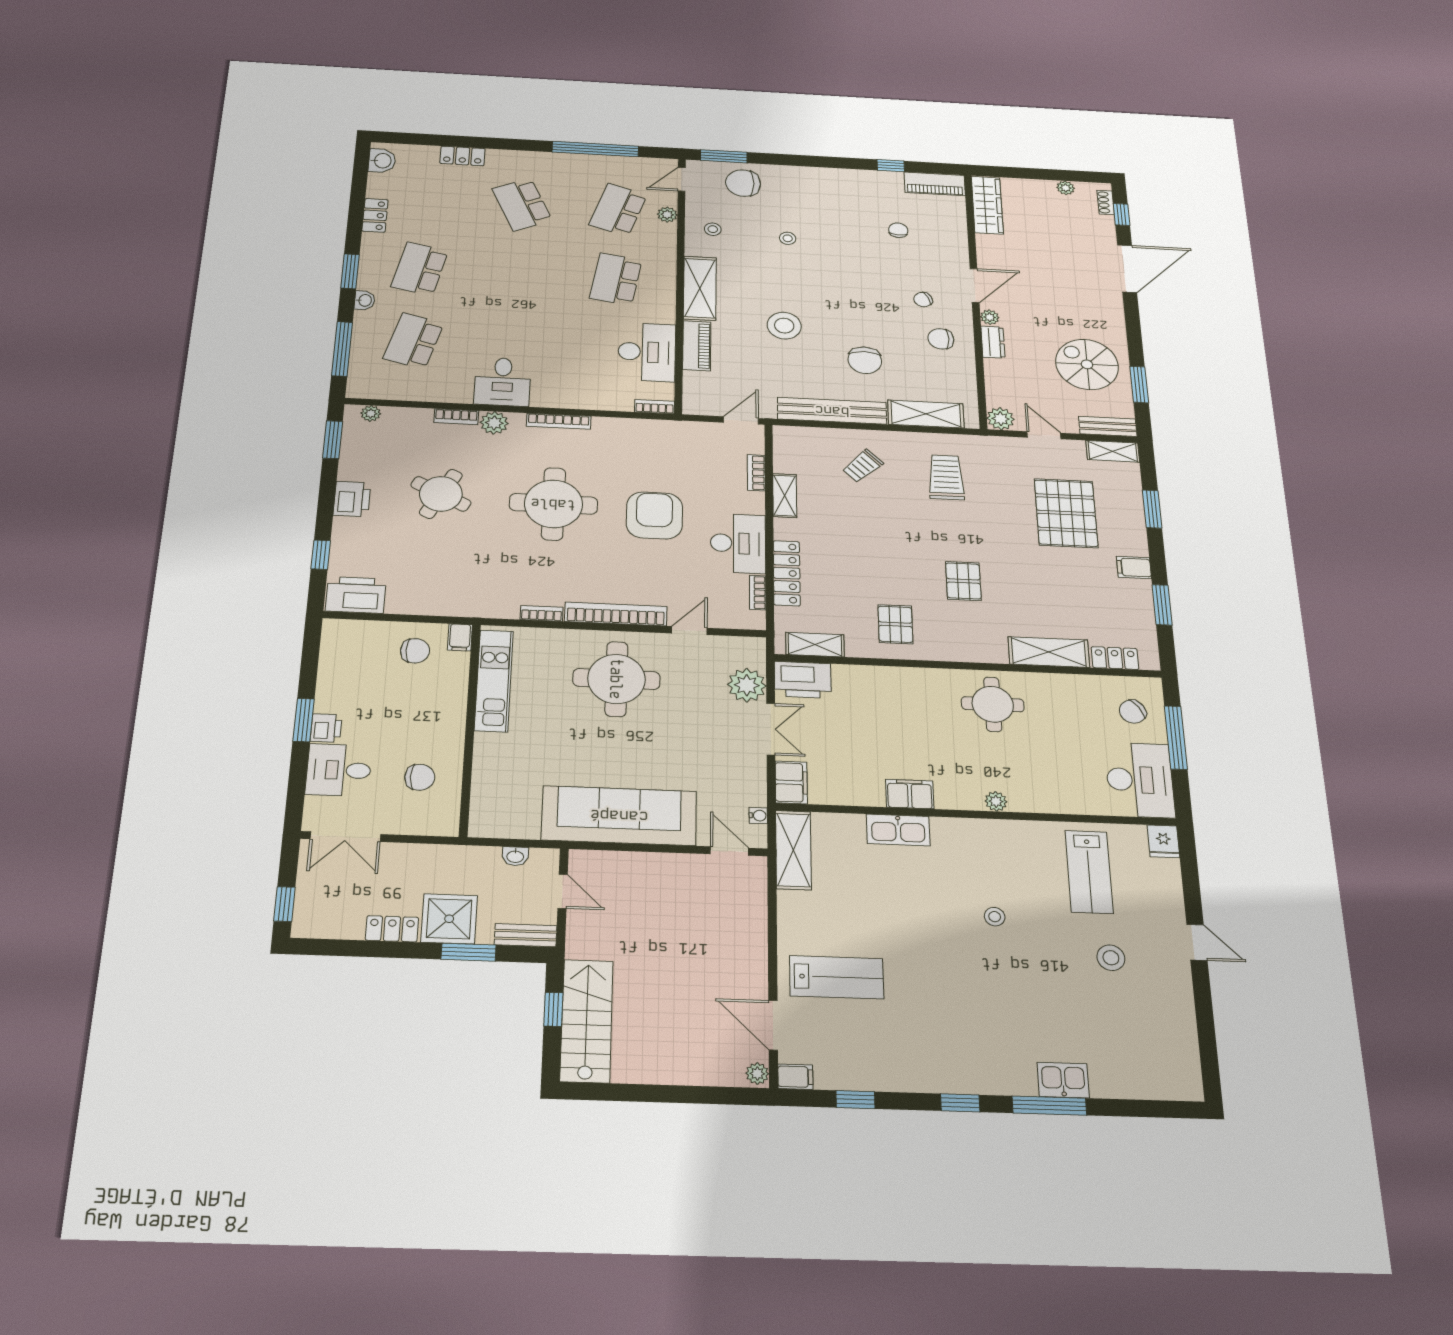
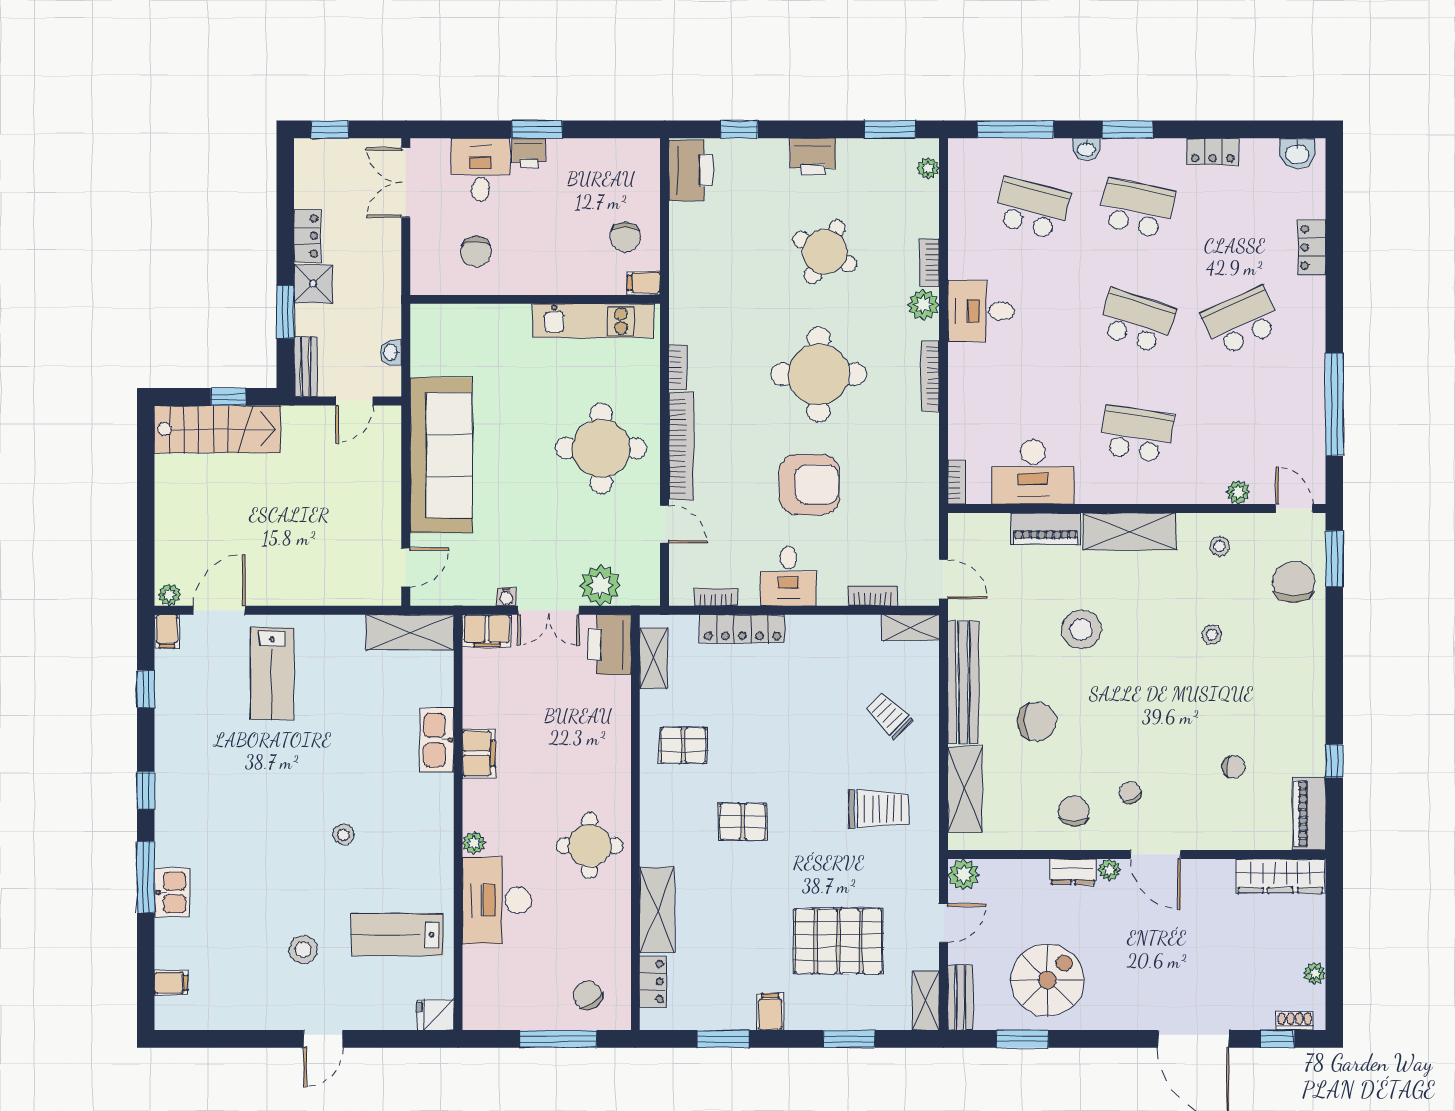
school desk: (618, 210) -> (1137, 321), moved
chair: (865, 360) -> (1037, 722), turned 180
shelving: (785, 496) -> (910, 628), moved
desk: (738, 543) -> (788, 576), width x0.73
desk: (1140, 780) -> (497, 900), moved, turned 90
water cooler: (758, 816) -> (506, 597), moved
shower: (449, 919) -> (313, 284), width x0.73, depth x0.73
filing cabinet: (1155, 1084) -> (171, 983), added

